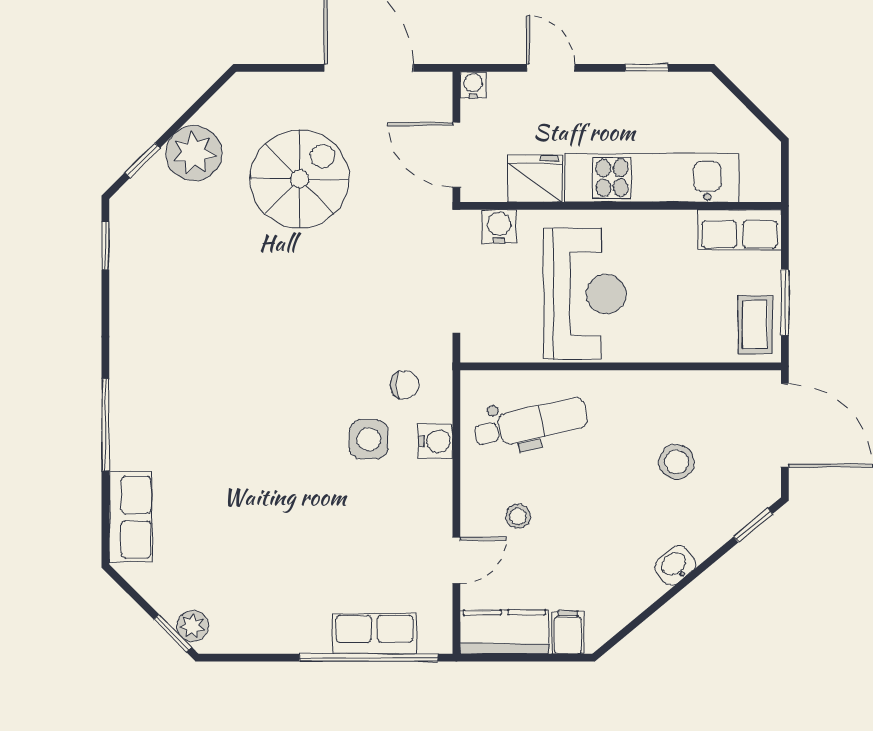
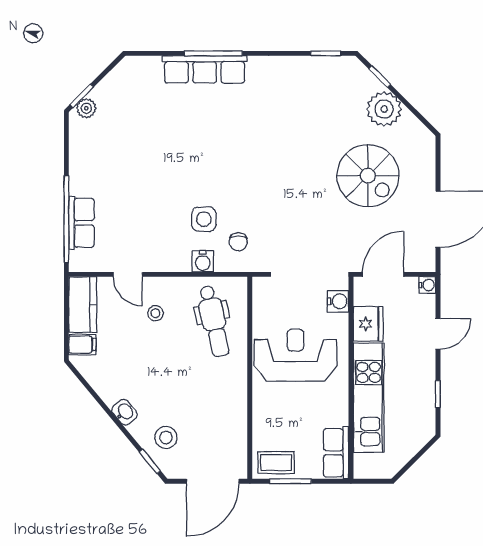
reception desk: (585, 294) -> (296, 355), turned 180
stool: (677, 462) -> (166, 437), moved
row of seats: (131, 517) -> (205, 69), moved, width x1.48

